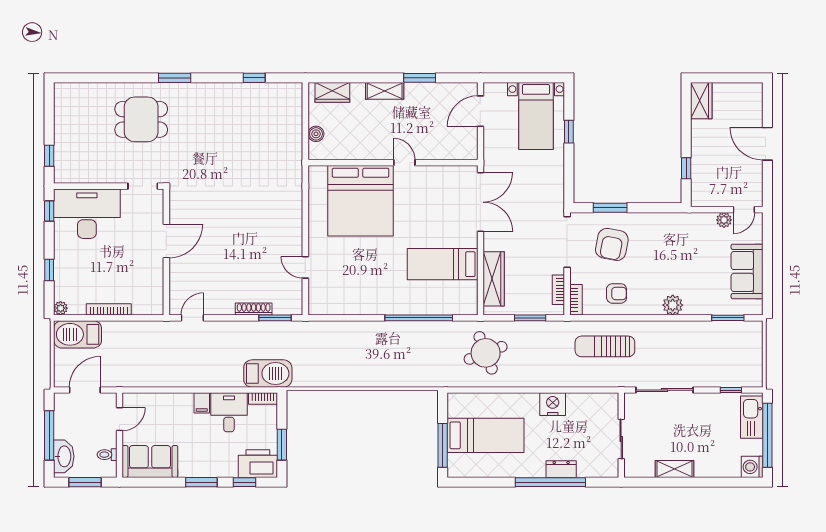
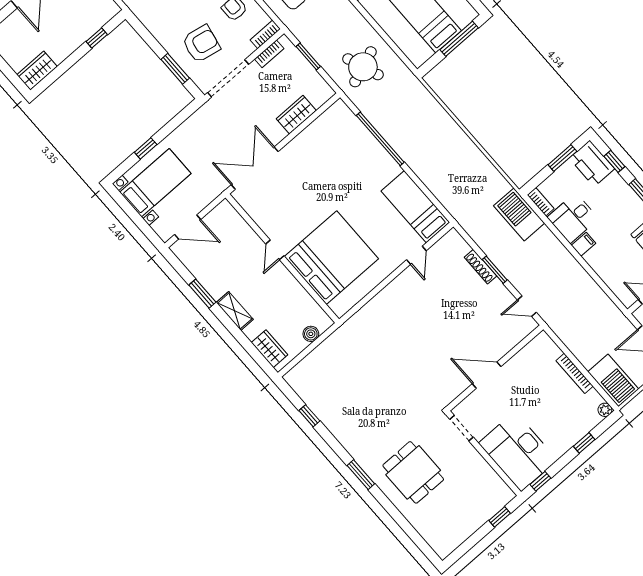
bed: (443, 264) -> (415, 207), moved, turned 180
wardrobe: (494, 279) -> (296, 115), width x0.67
window: (275, 318) -> (495, 270), moved

